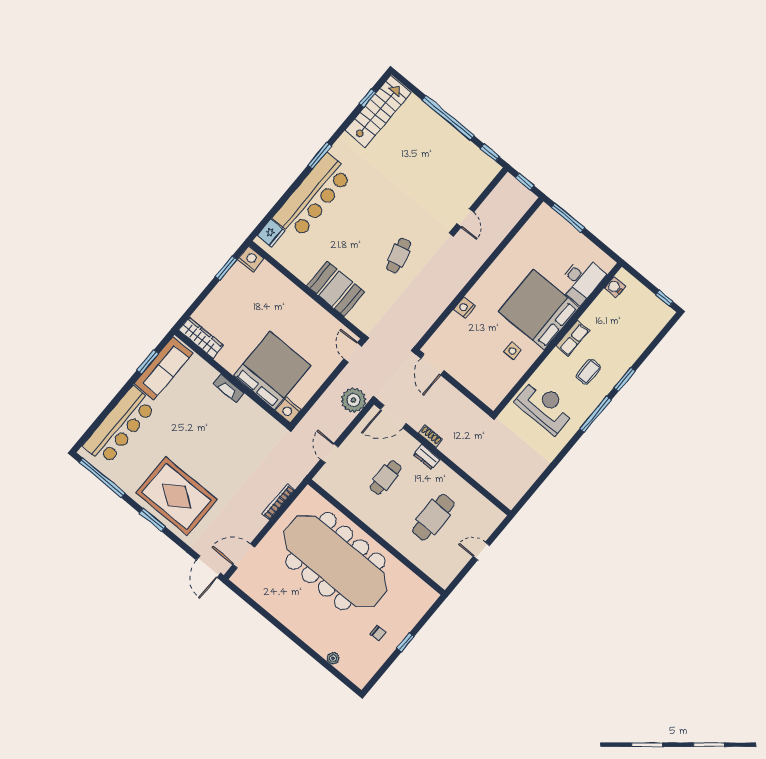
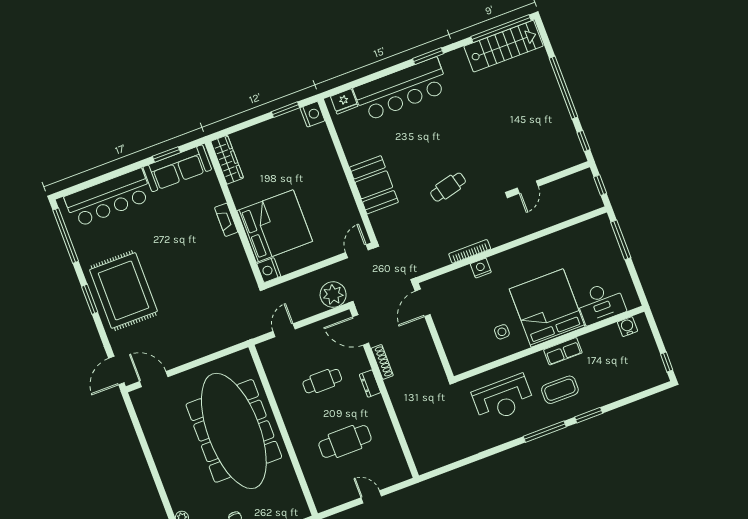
window: (368, 98) -> (501, 29), width x3.17
coffee table: (588, 372) -> (560, 390), width x1.36, depth x1.30
reception desk: (545, 406) -> (503, 399), turned 90
shoe rack: (430, 436) -> (382, 362), width x1.43
bookcase: (278, 502) -> (470, 251), moved

